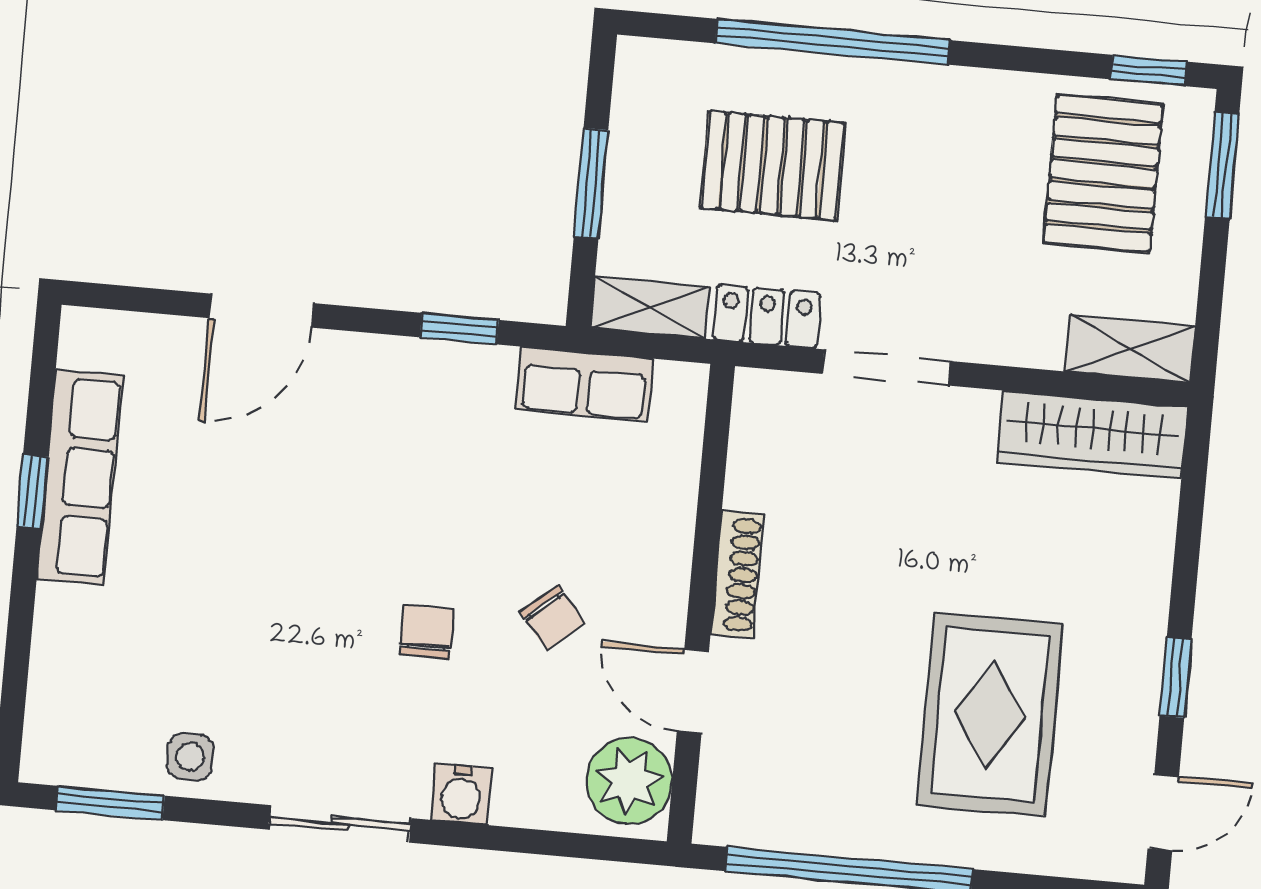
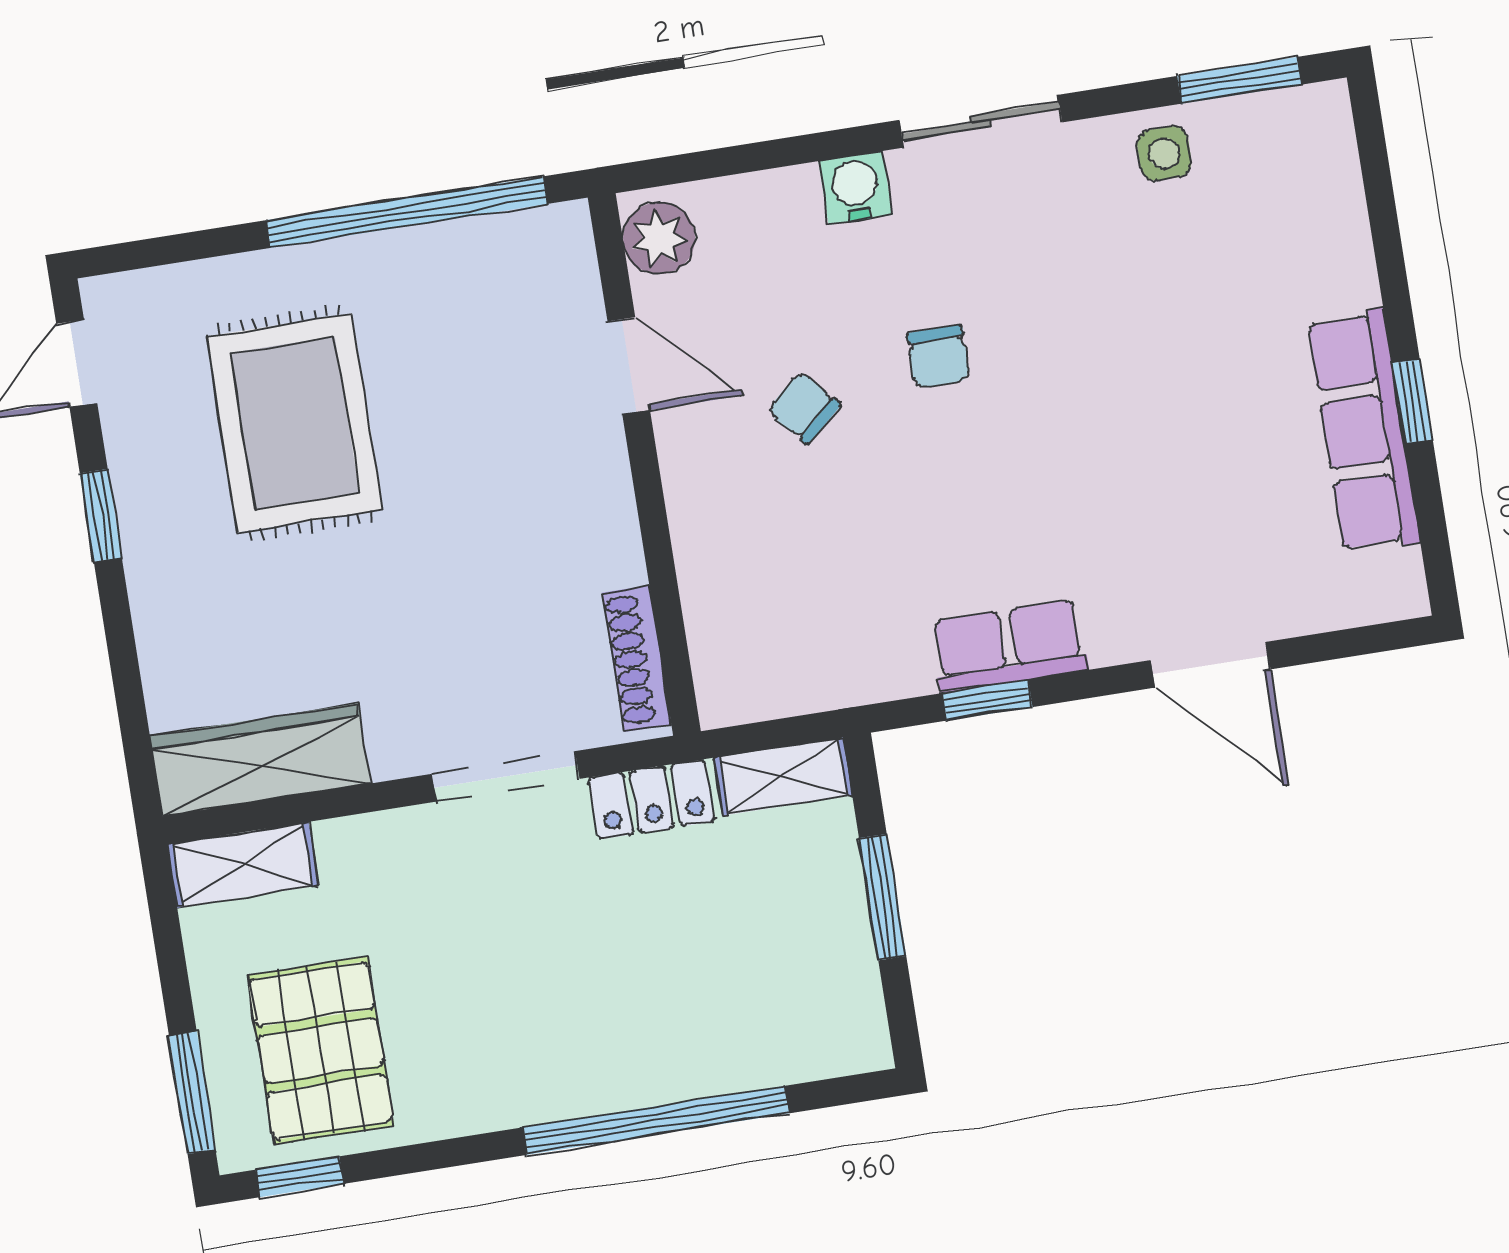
pallet: (773, 166) -> (688, 967), removed
door: (261, 311) -> (1210, 665), swing flipped
row of seats: (584, 384) -> (1009, 646), moved
shoe rack: (737, 575) -> (637, 659), moved
plant: (629, 781) -> (659, 238), width x0.73, depth x0.73

